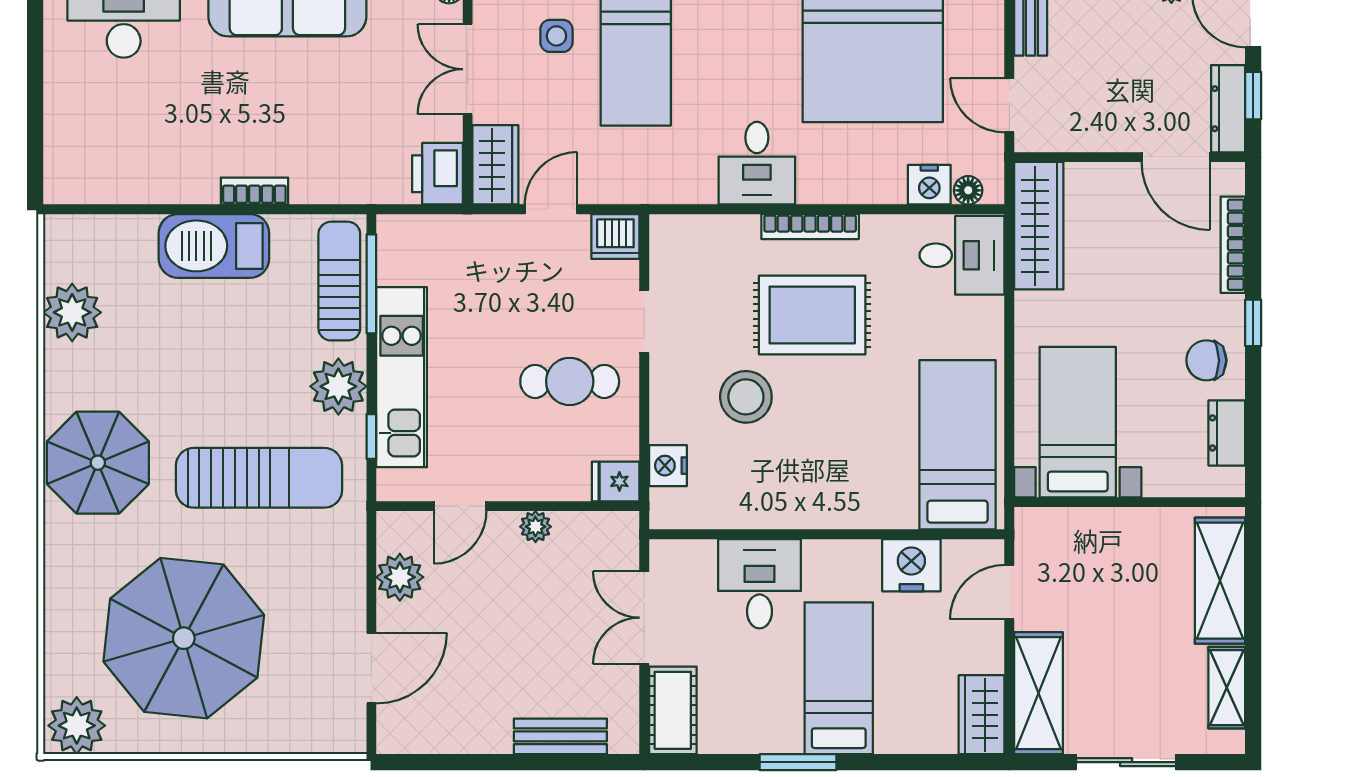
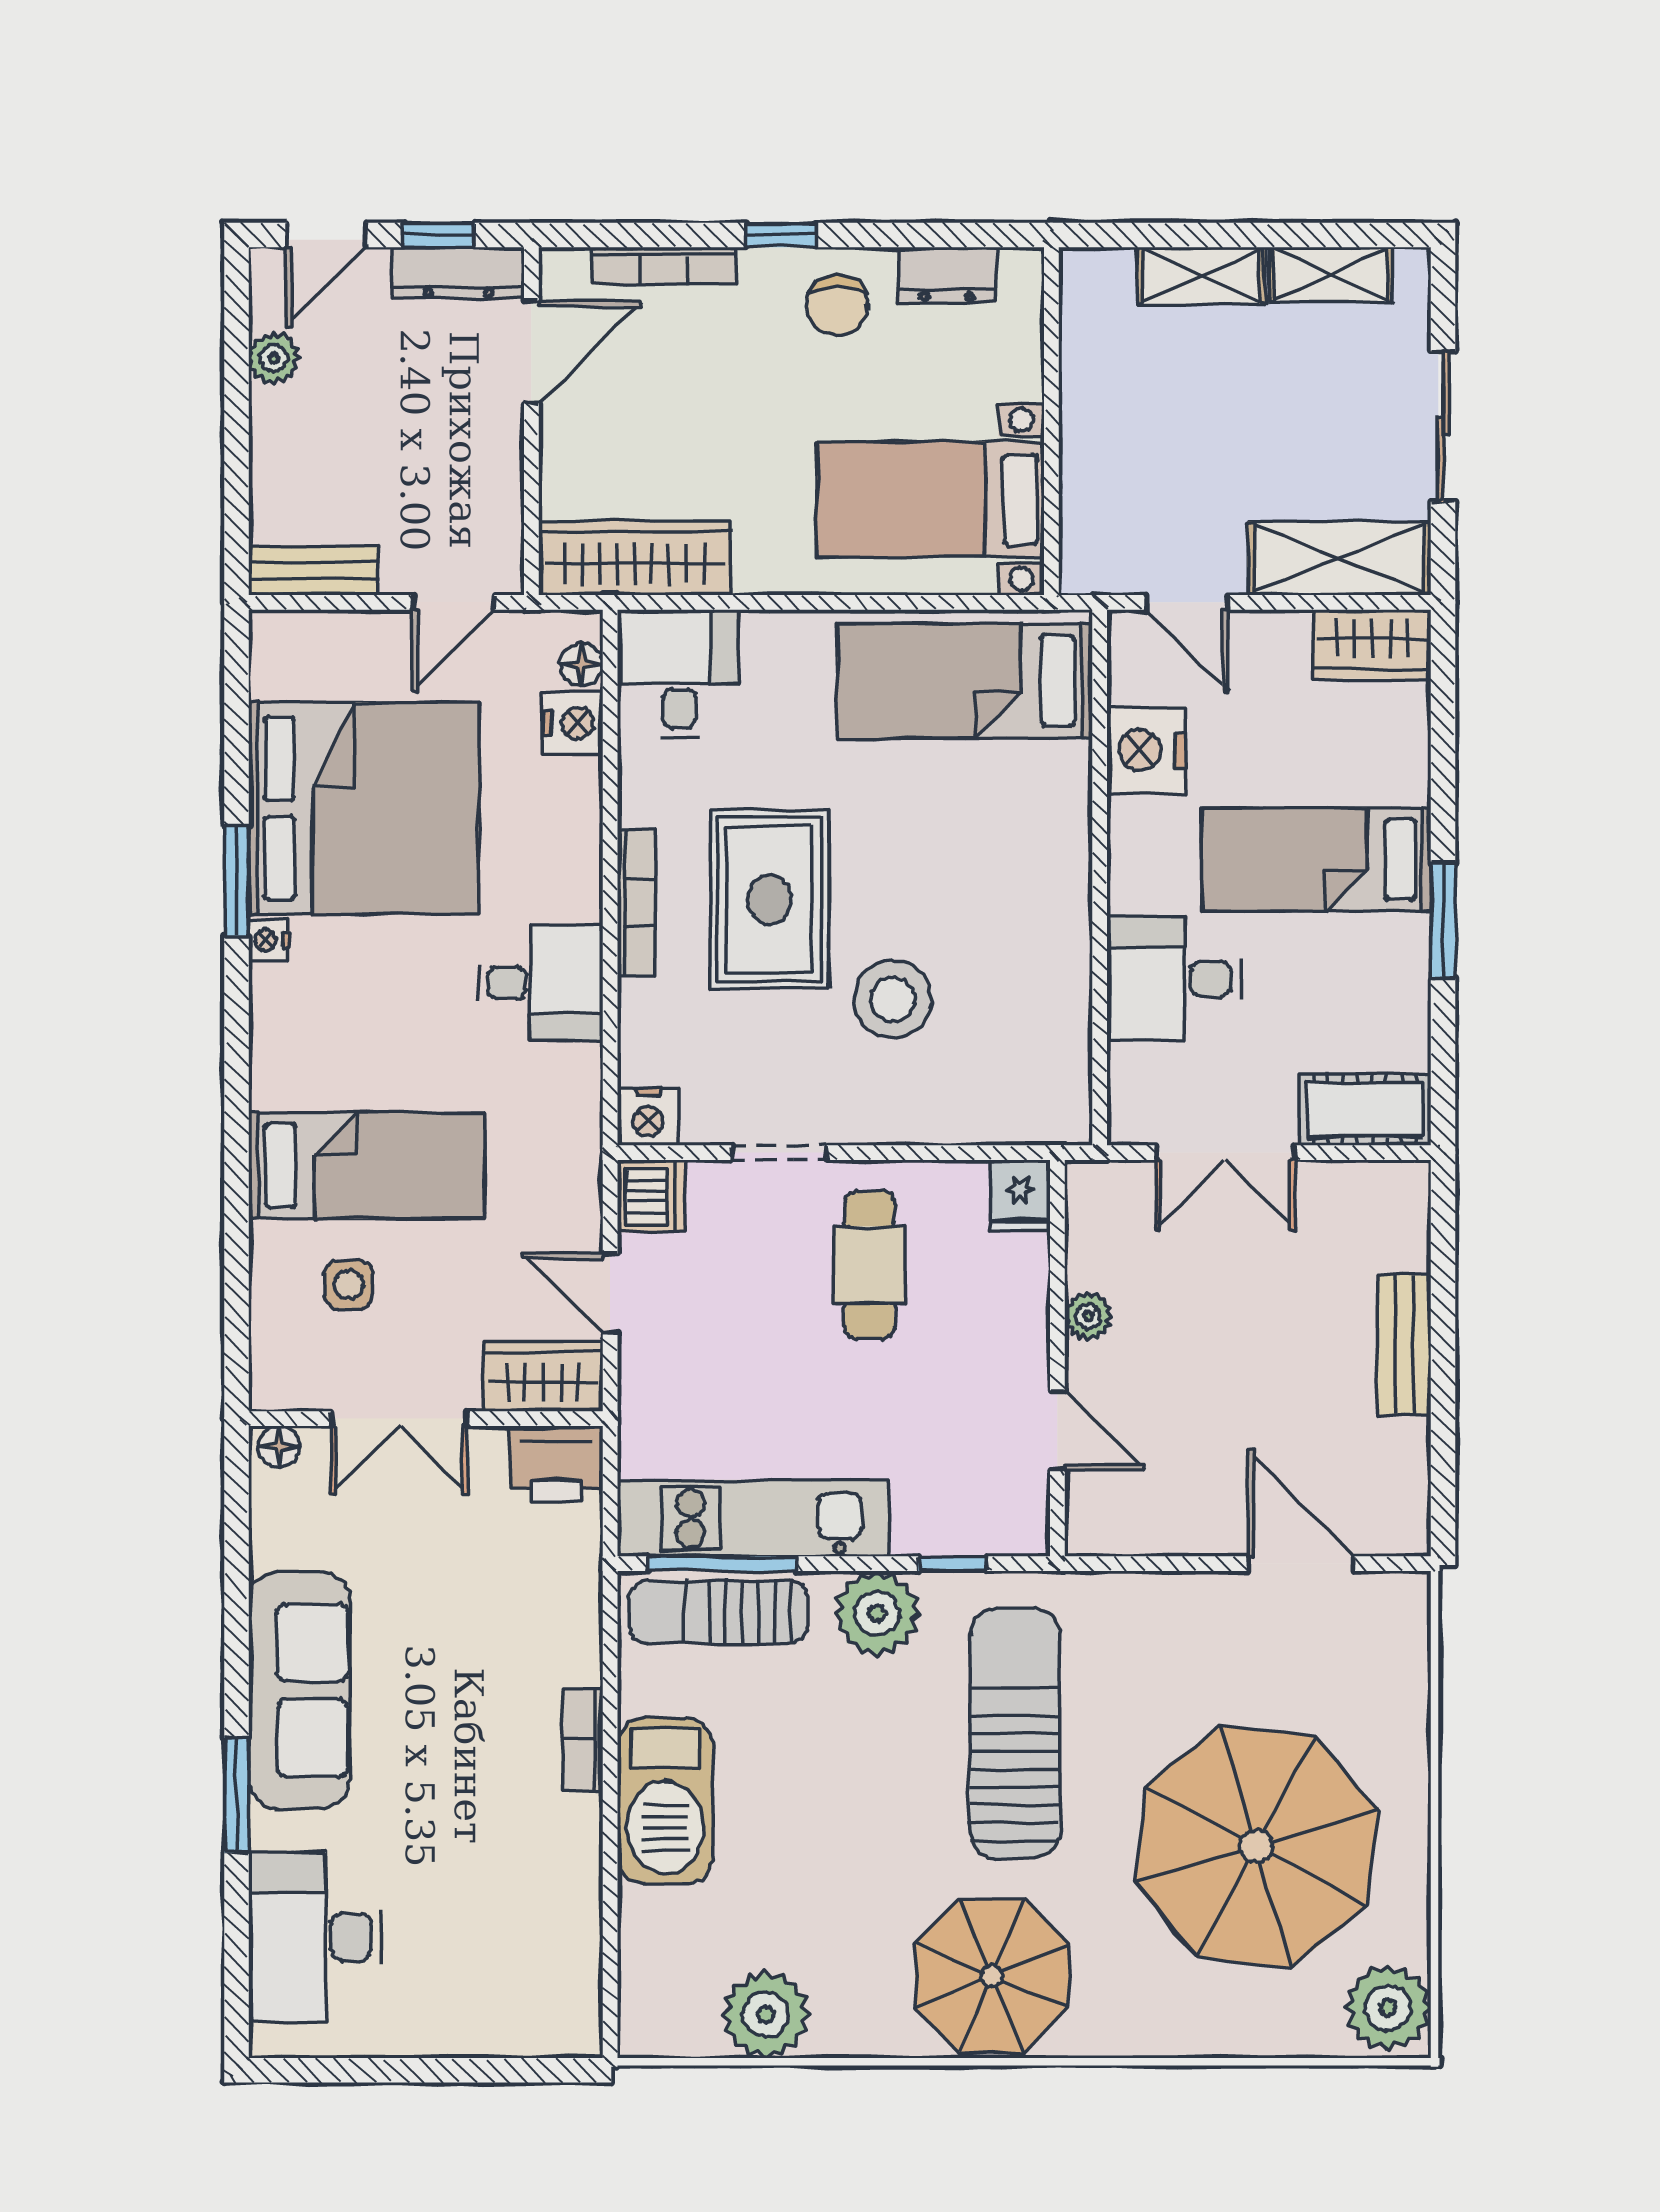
kitchen unit: (402, 377) -> (753, 1518), moved
nightstand: (668, 466) -> (648, 1117), moved
plant: (400, 577) -> (1164, 1521), removed
shelving: (1220, 581) -> (1201, 275), width x0.67, depth x0.75
bench: (560, 736) -> (1404, 1345), moved

